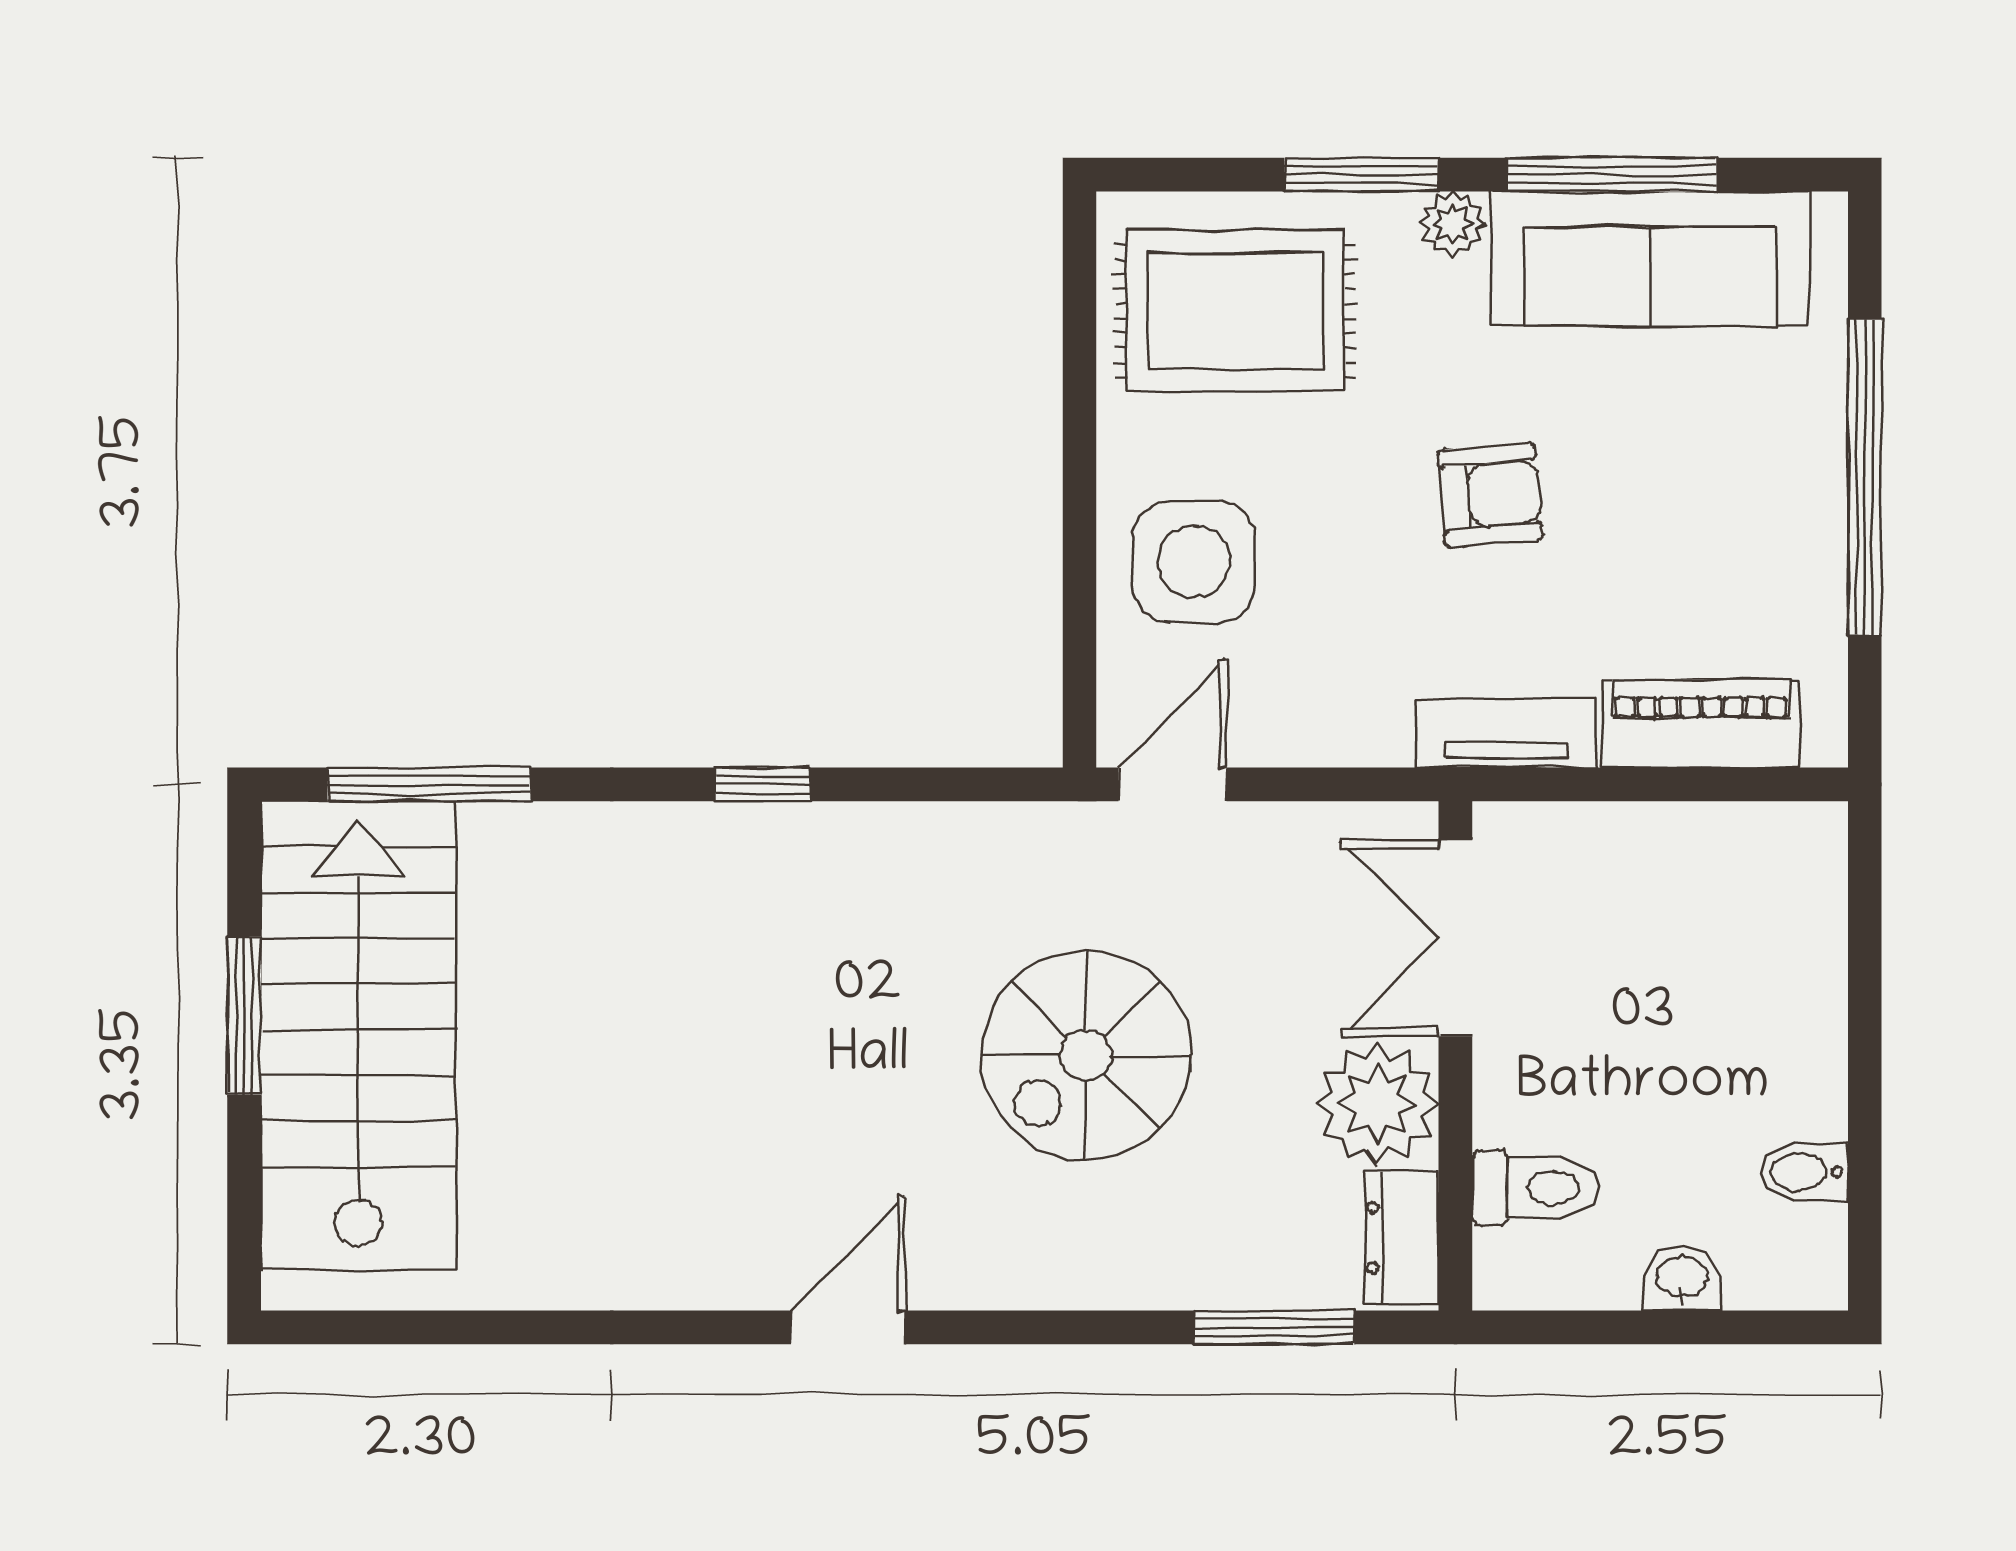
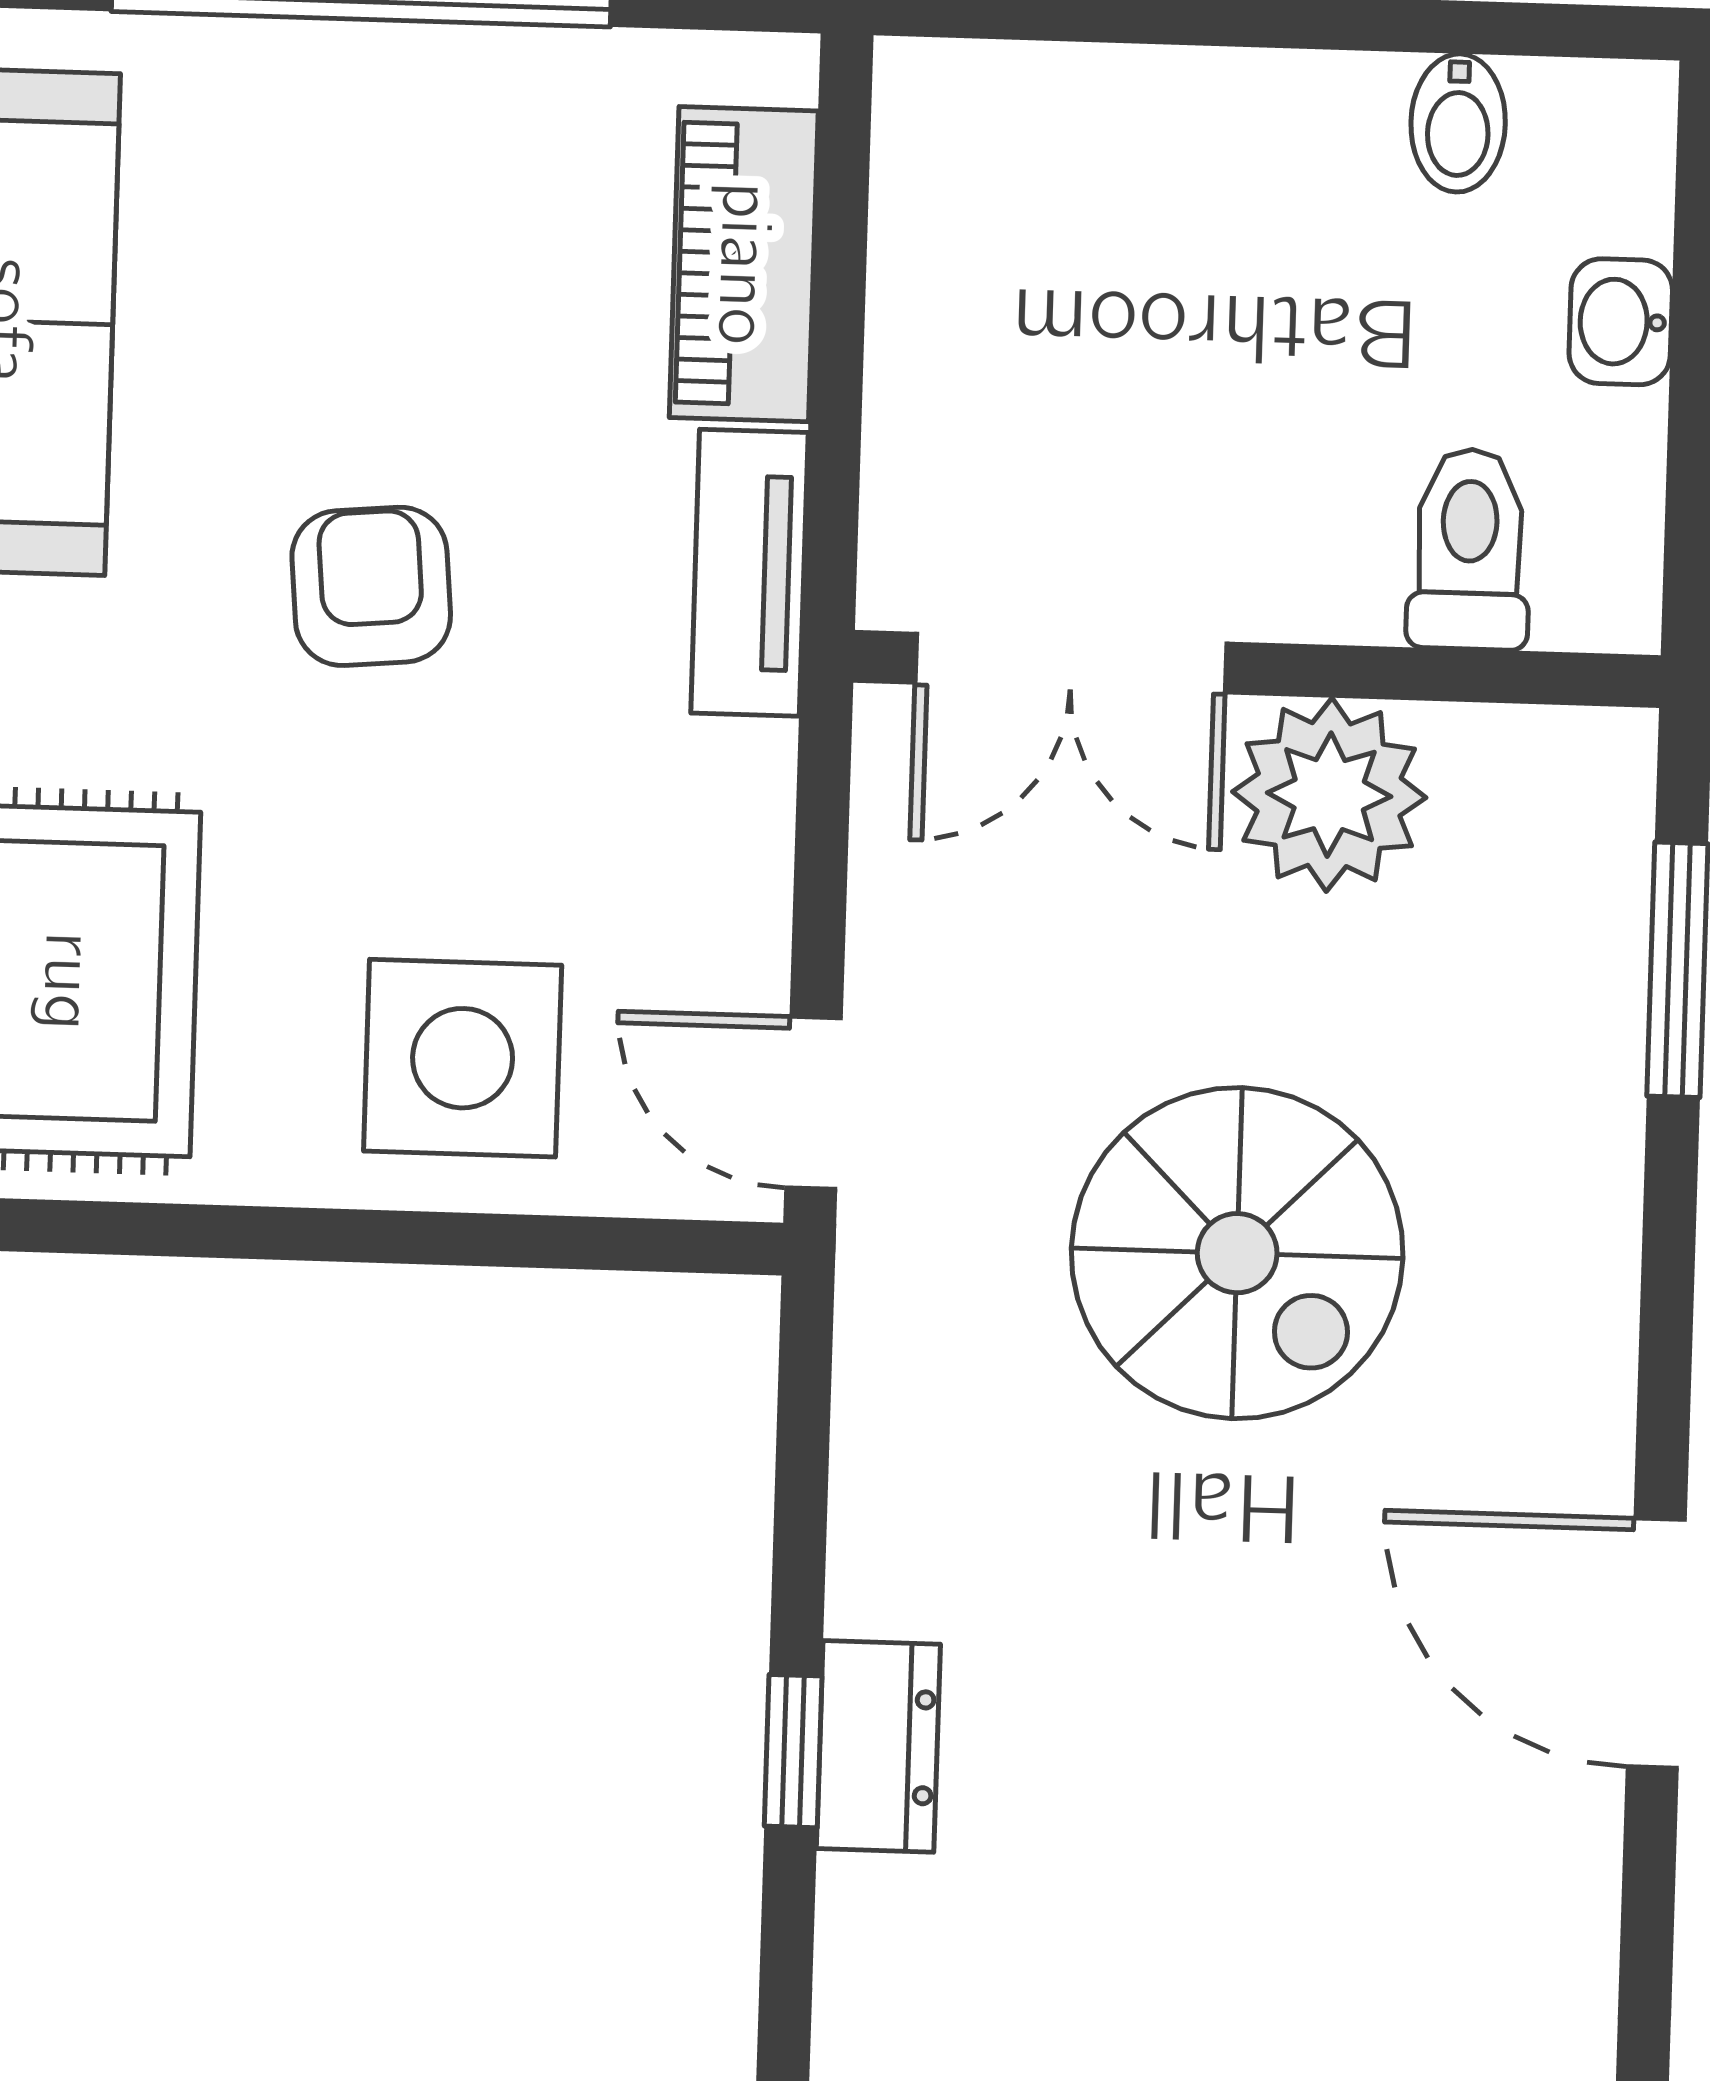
dresser: (1402, 1238) -> (878, 1746), moved, turned -90
door: (848, 1327) -> (1656, 1643), width x1.38

